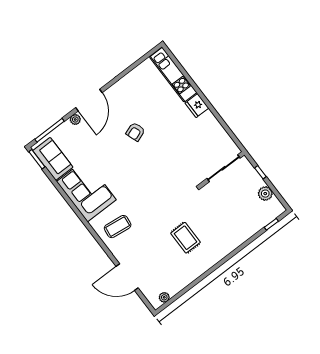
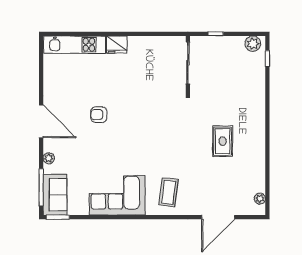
door: (89, 100) -> (41, 121), moved
armchair: (135, 132) -> (99, 115), turned 110
sofa: (53, 159) -> (55, 195), moved, turned 90
plant: (265, 194) -> (253, 44), moved
rug: (185, 238) -> (223, 141), turned 90

